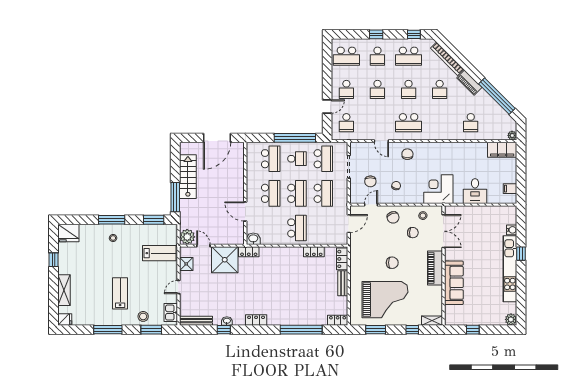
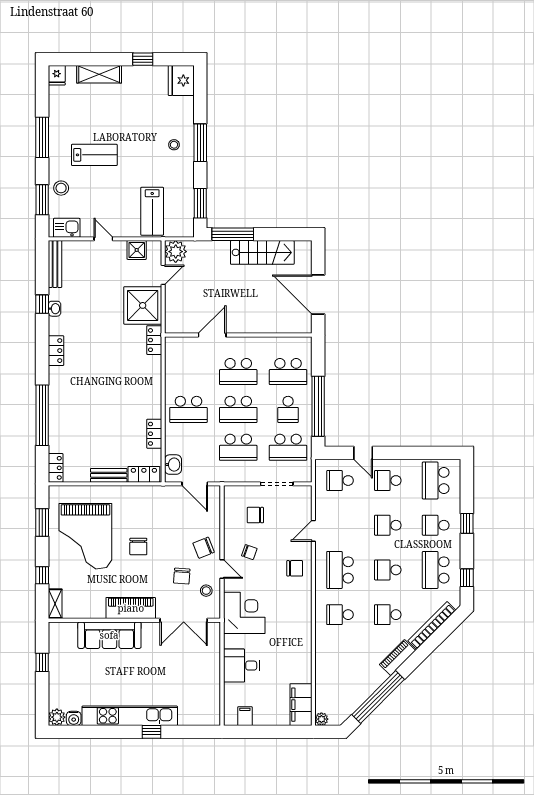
school desk: (471, 123) -> (340, 615), moved
door: (371, 205) -> (222, 569), moved
water cooler: (512, 230) -> (74, 718), moved
washbasin: (253, 239) -> (173, 465), moved

